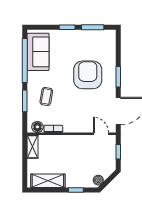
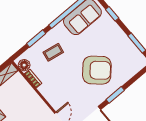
window: (67, 27) -> (112, 14), moved
armchair: (88, 75) -> (97, 70), turned 42

